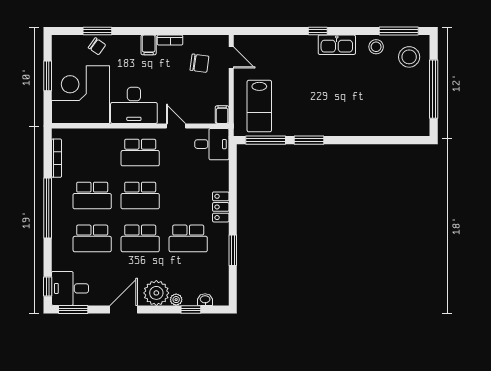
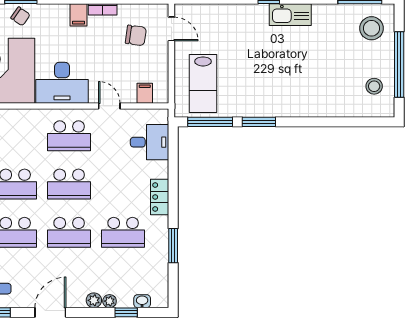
stool: (376, 47) -> (374, 86), moved
filing cabinet: (222, 115) -> (145, 93), moved
desk: (212, 144) -> (150, 142), moved
plant: (156, 293) -> (94, 300), width x0.53, depth x0.53

